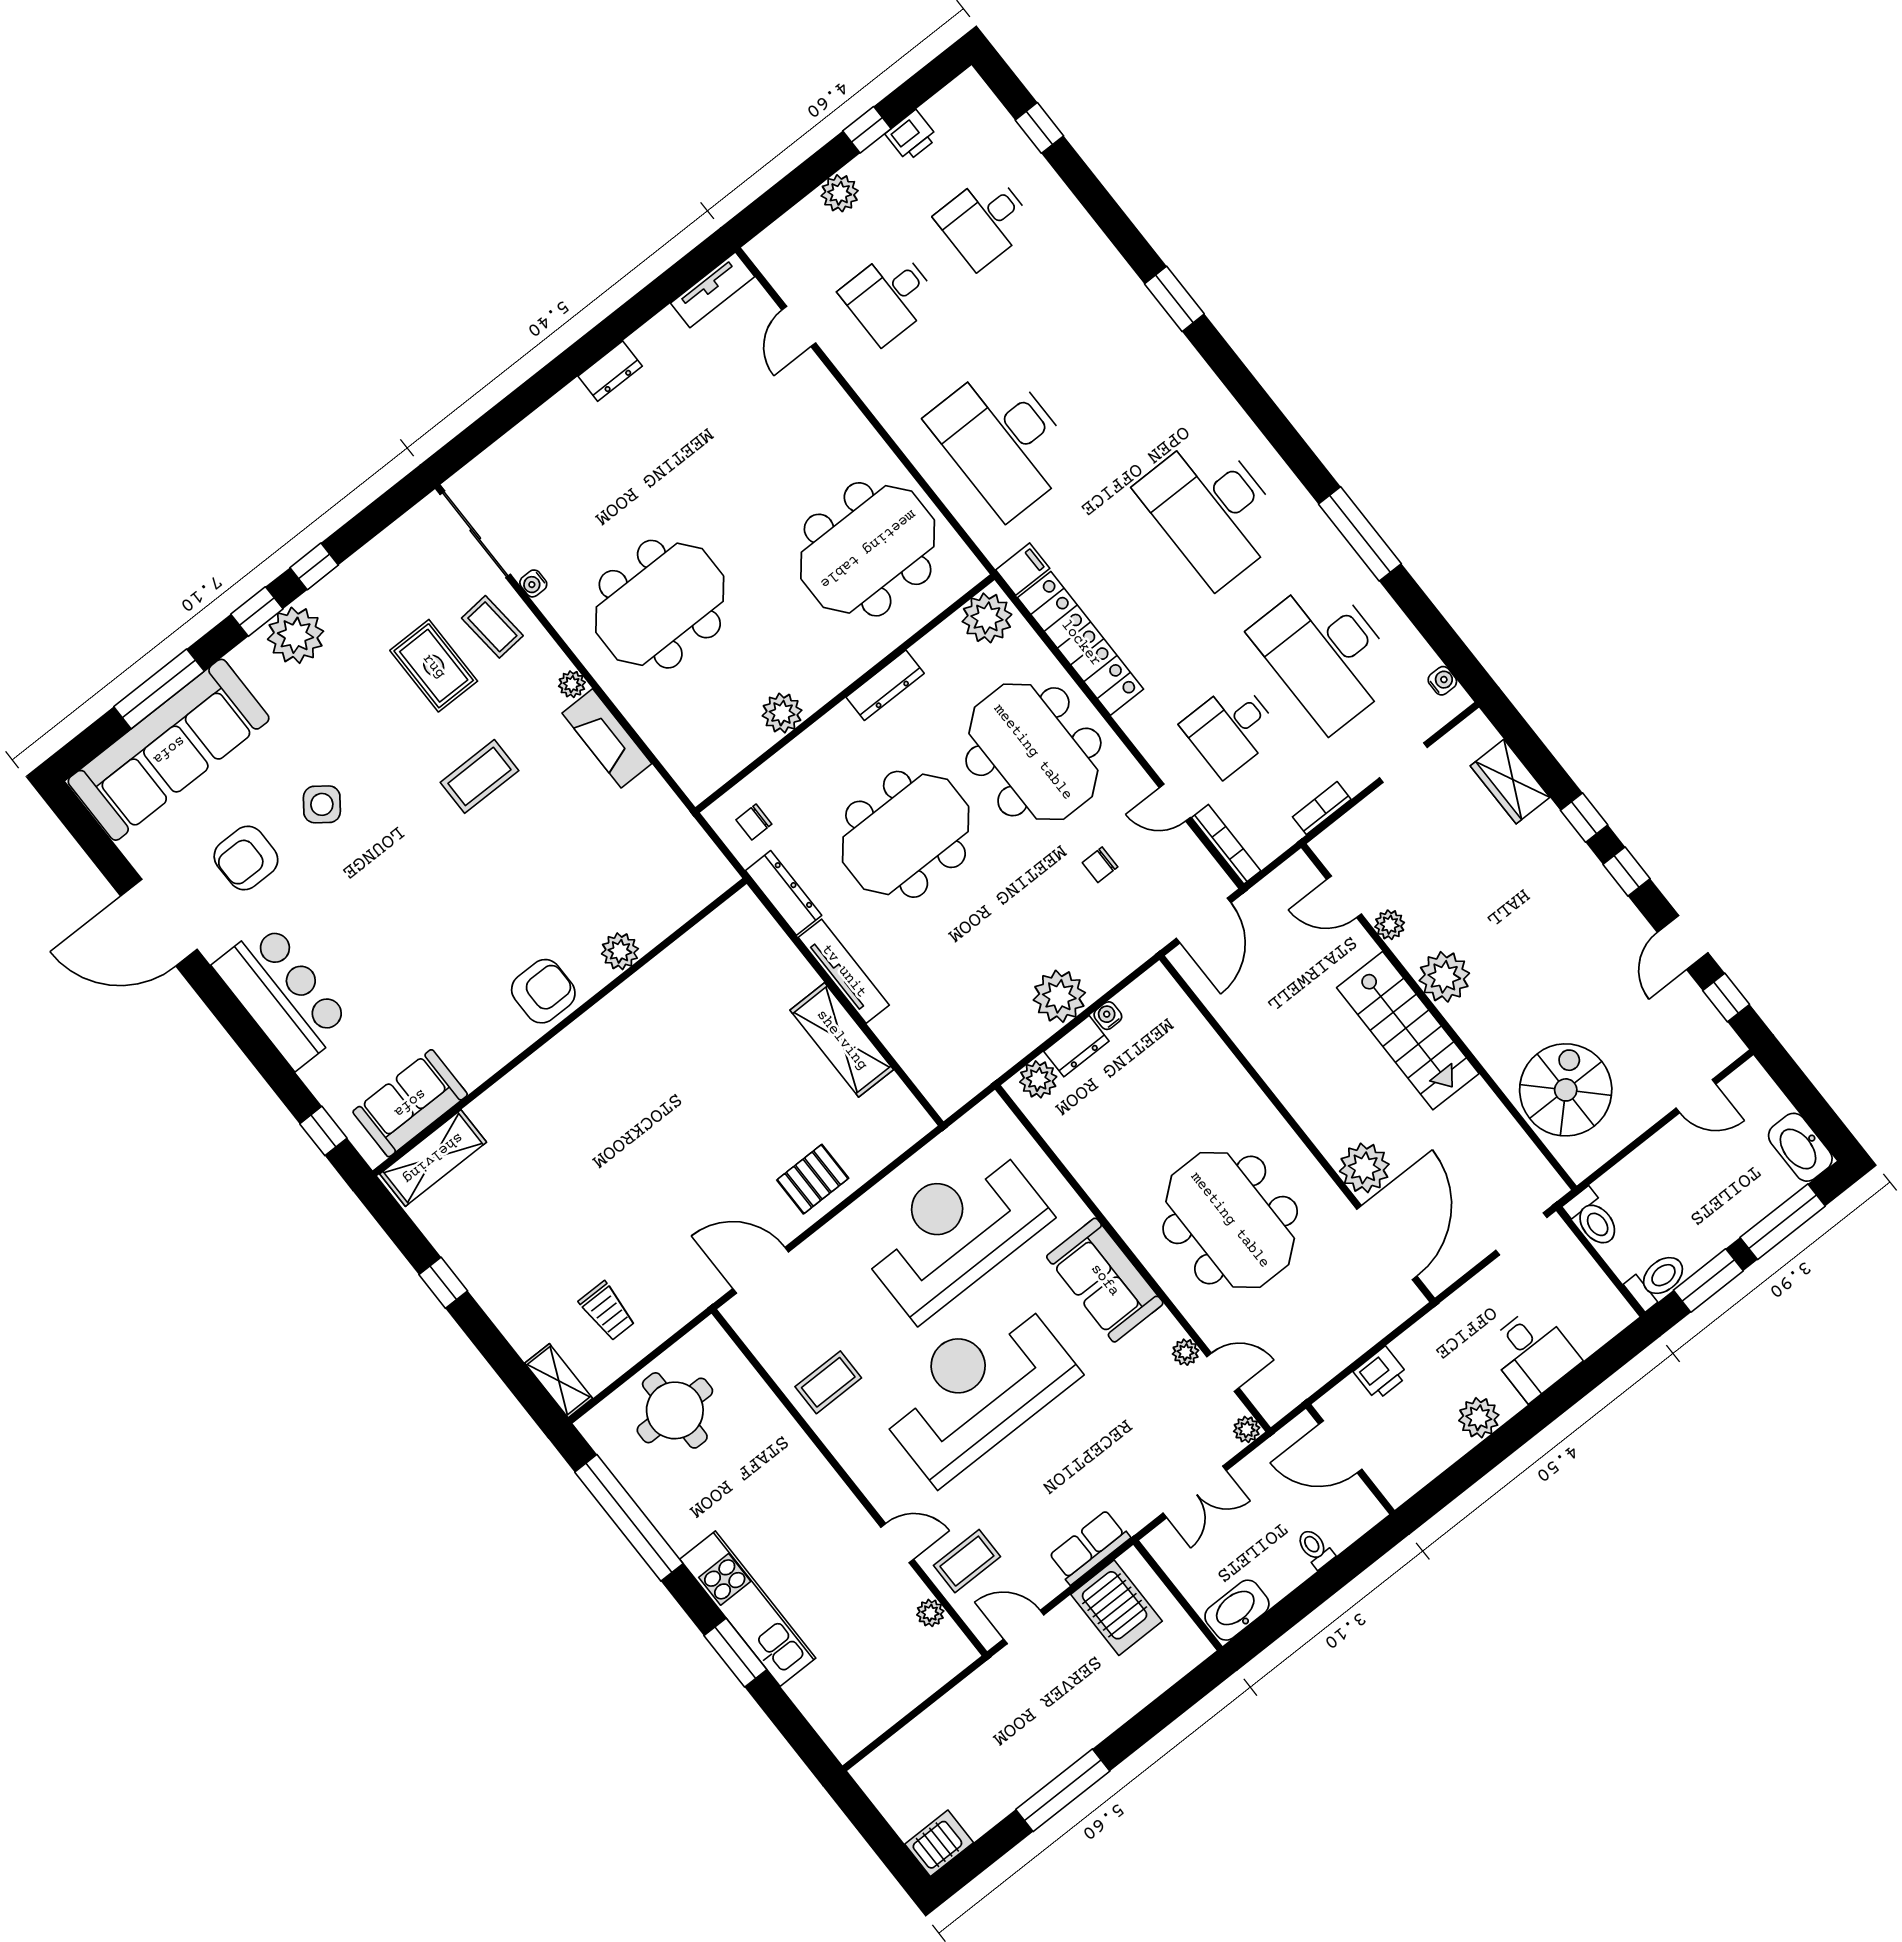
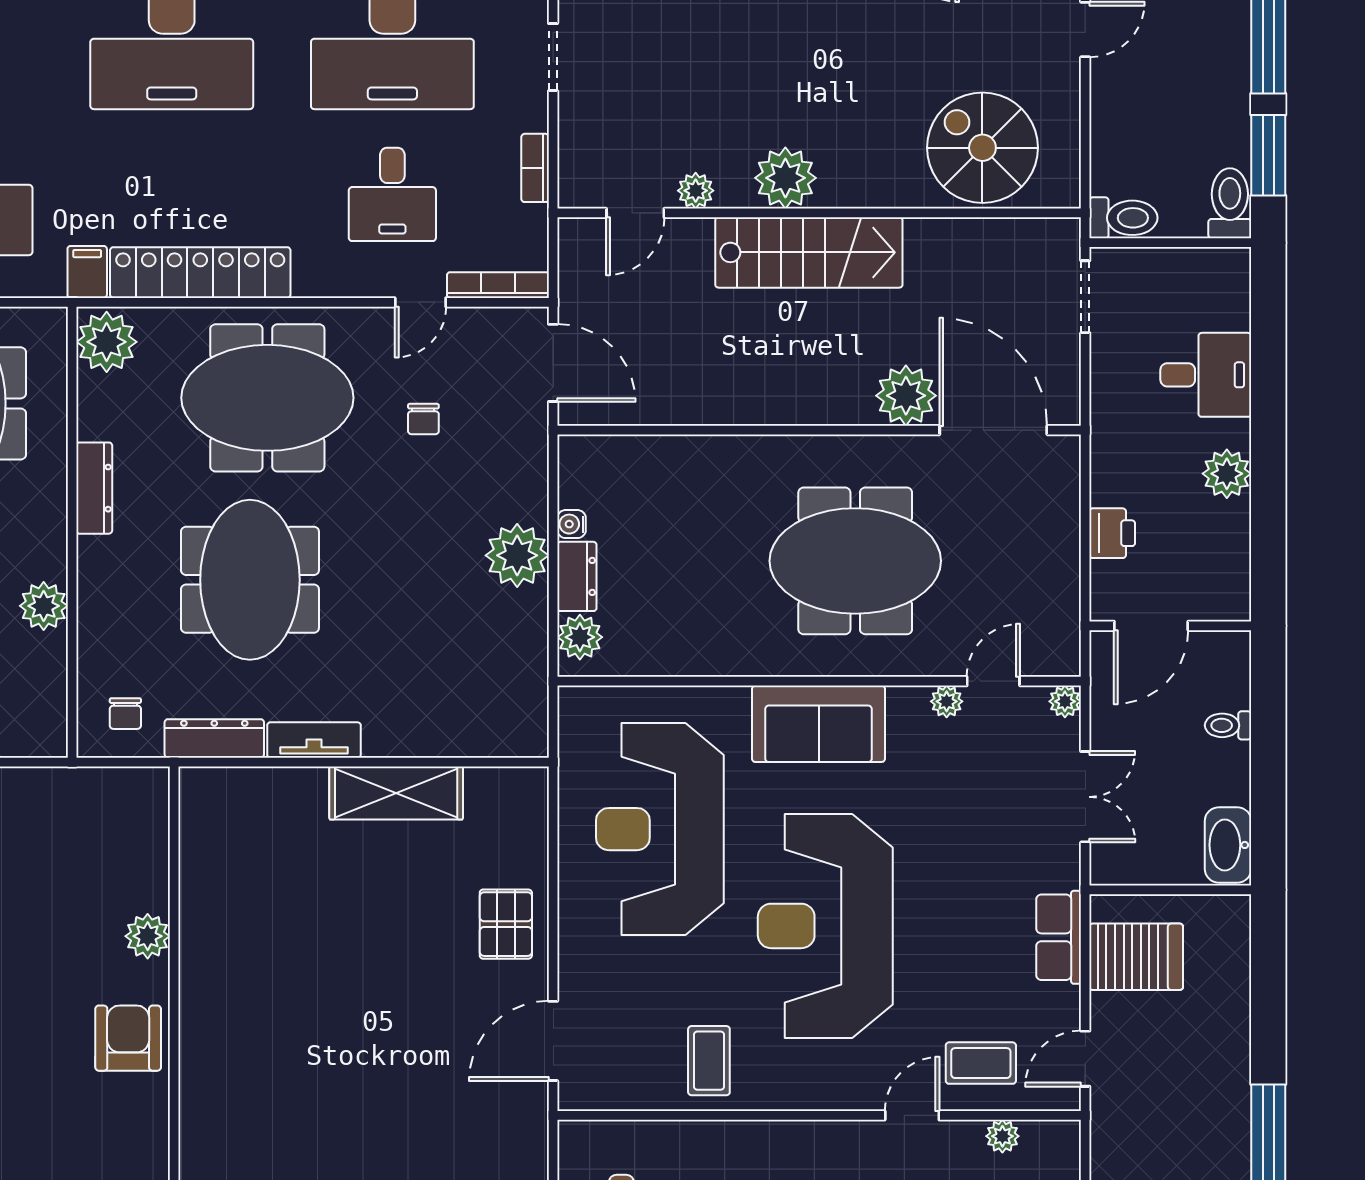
tv unit: (844, 971) -> (314, 740), width x0.71
coffee table: (967, 1561) -> (981, 1063), turned 90

